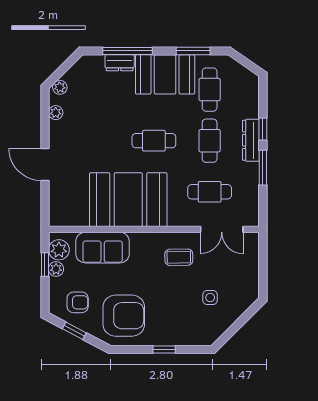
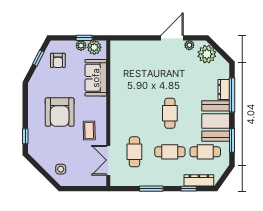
plant: (60, 87) -> (207, 54), width x1.88, depth x1.88
window: (263, 129) -> (189, 189), moved
dresser: (251, 140) -> (199, 180), moved
door: (45, 164) -> (172, 38), moved
booth: (128, 200) -> (129, 95), removed
side table: (210, 298) -> (61, 169), moved
armchair: (124, 316) -> (60, 112), moved
window: (164, 349) -> (25, 136), moved

